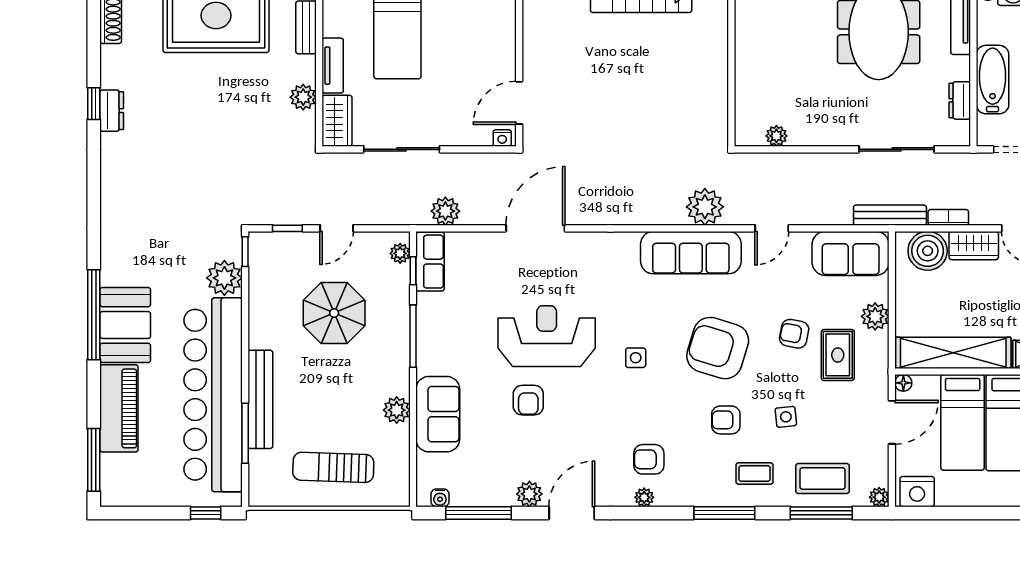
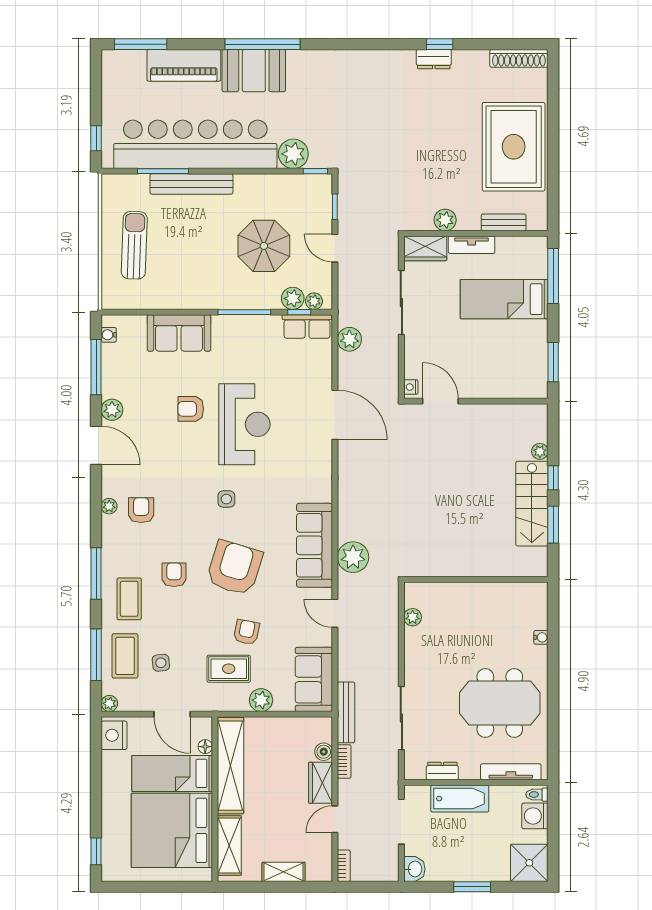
boiler: (928, 251) -> (324, 752), width x0.54, depth x0.54
floor lamp: (903, 383) -> (205, 747), moved
plant: (397, 410) -> (293, 298), moved
side table: (786, 417) -> (161, 663), moved
coffee table: (755, 474) -> (129, 599), width x1.36, depth x1.30

